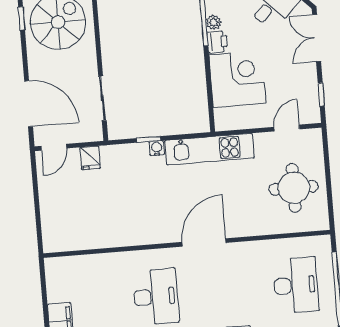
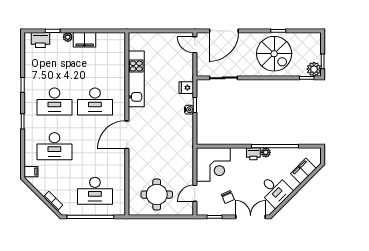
chair: (288, 76) -> (228, 197), added
corner desk: (237, 79) -> (213, 165), moved
door: (287, 128) -> (195, 193), swing flipped
kitchen unit: (209, 149) -> (136, 79), moved, turned 180
fridge: (90, 158) -> (186, 88), moved
door: (204, 242) -> (127, 135), swing flipped

